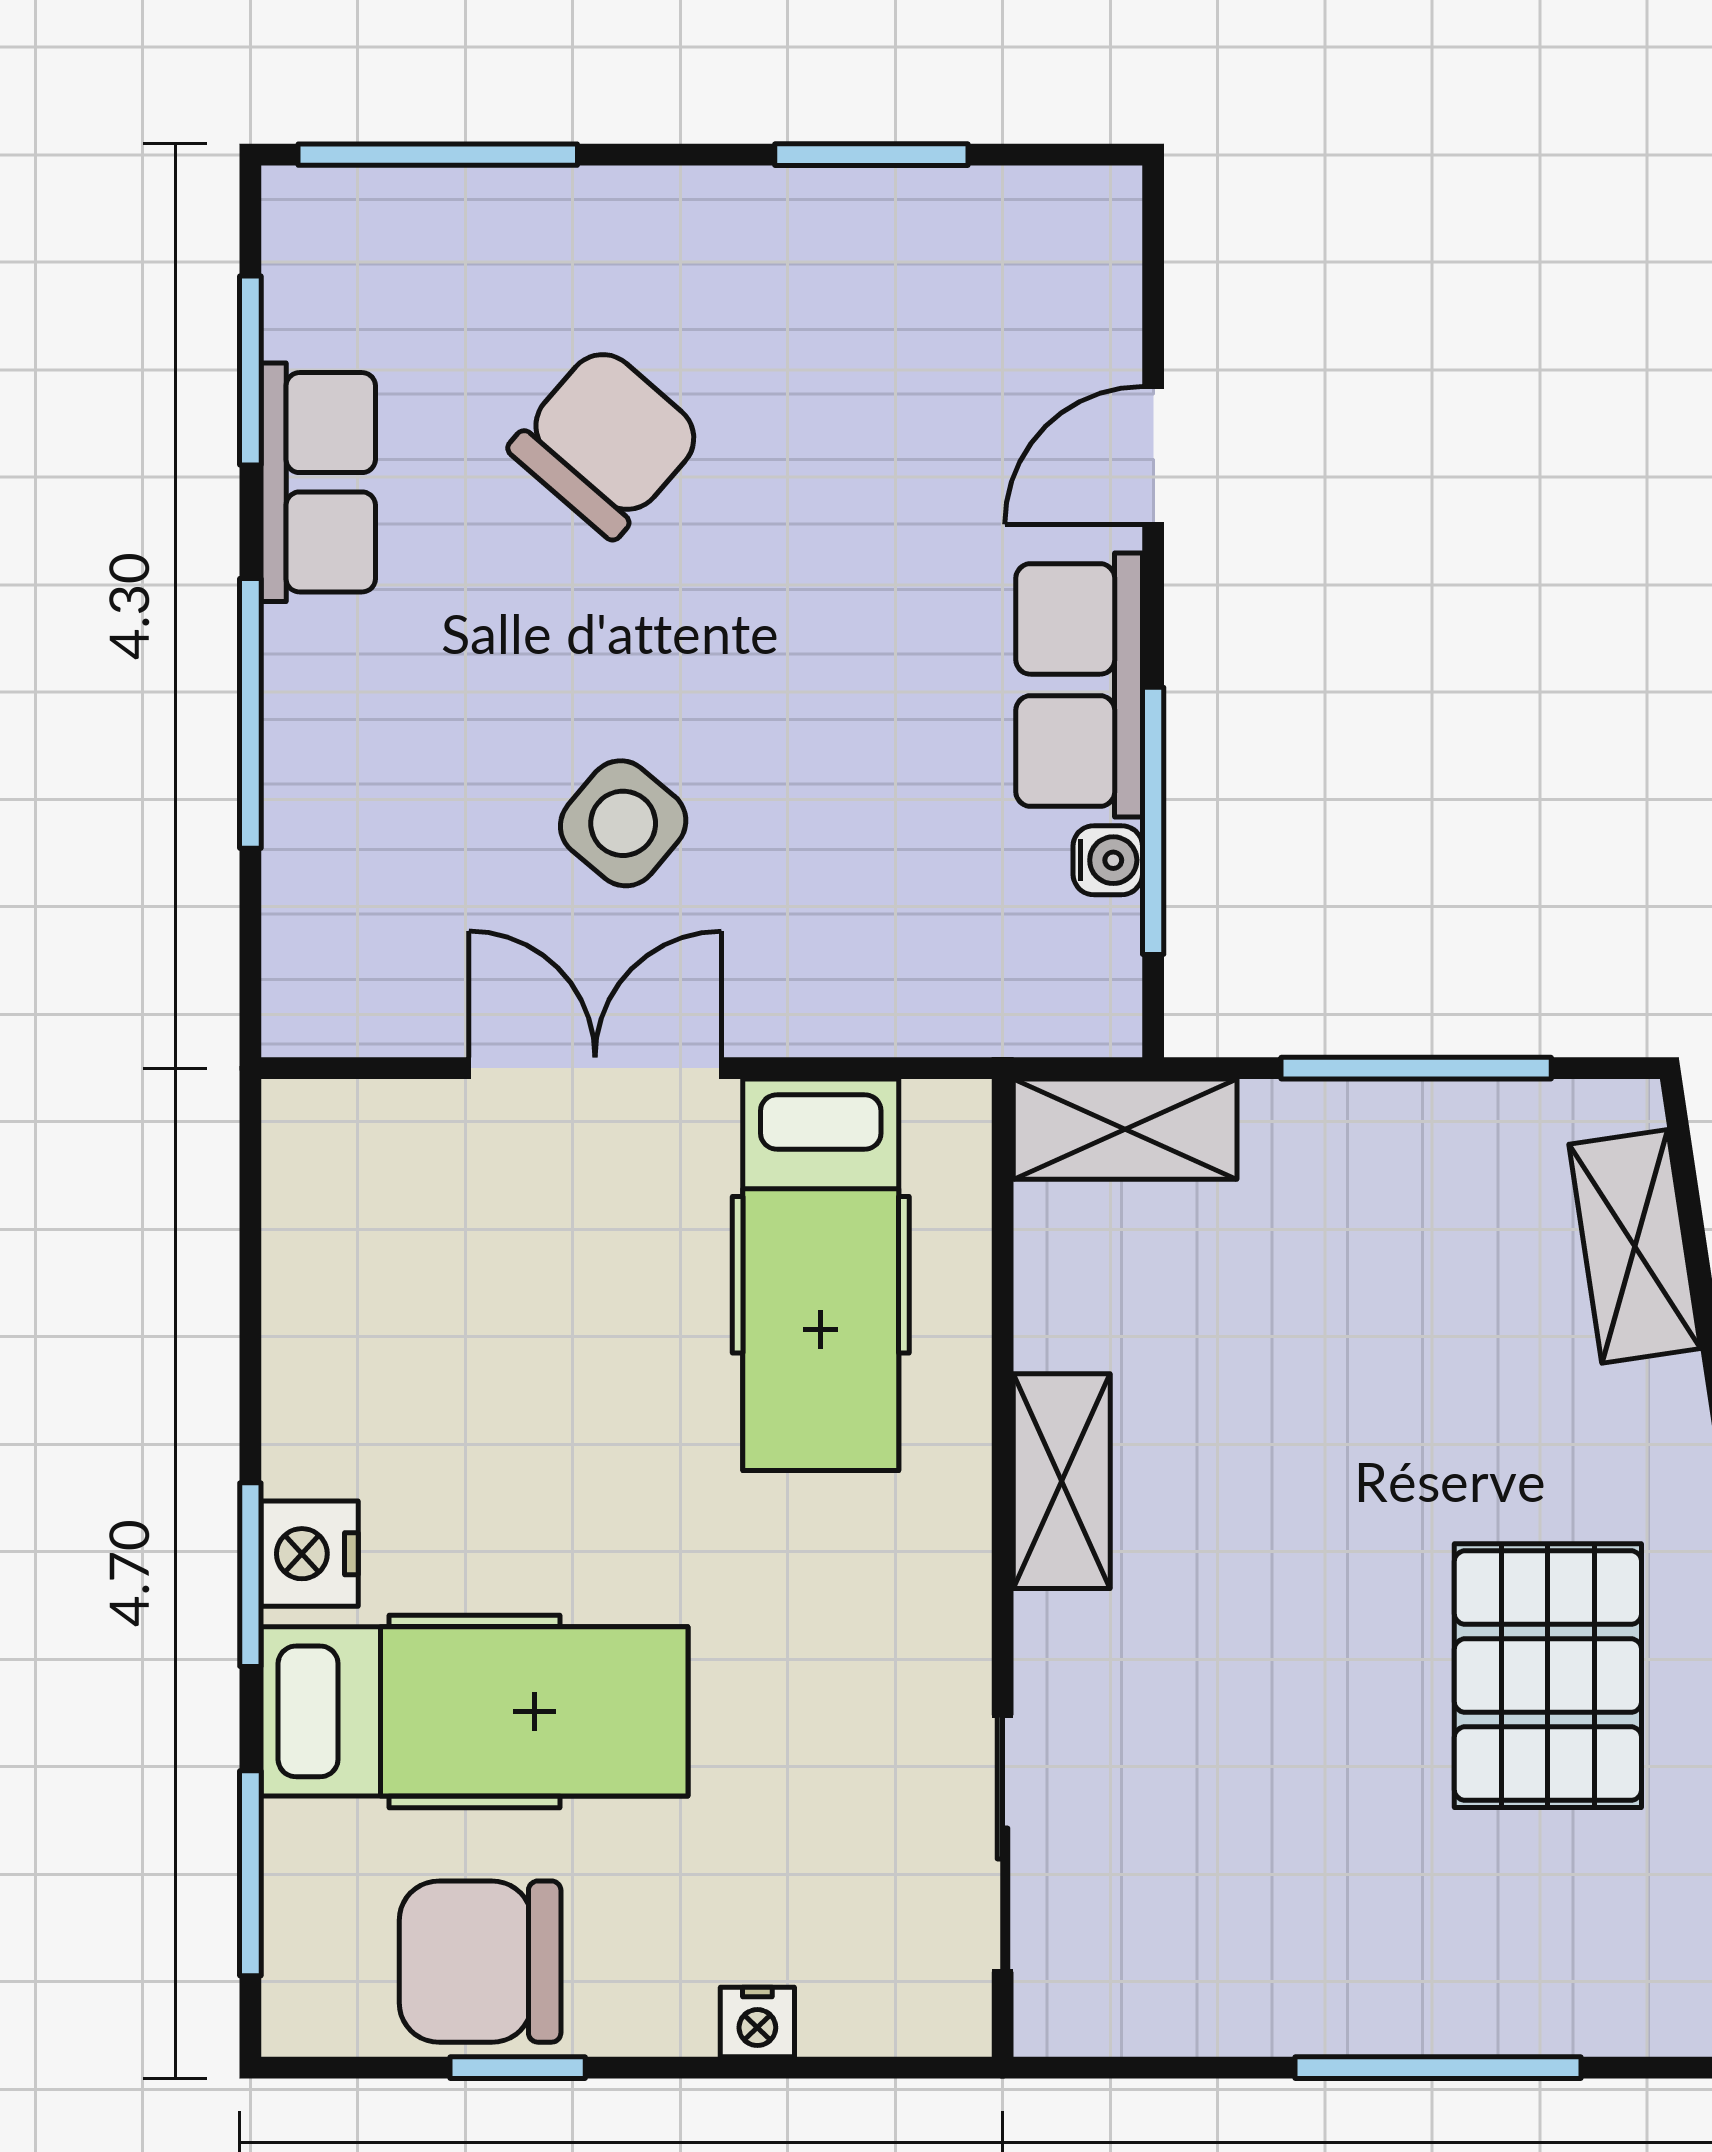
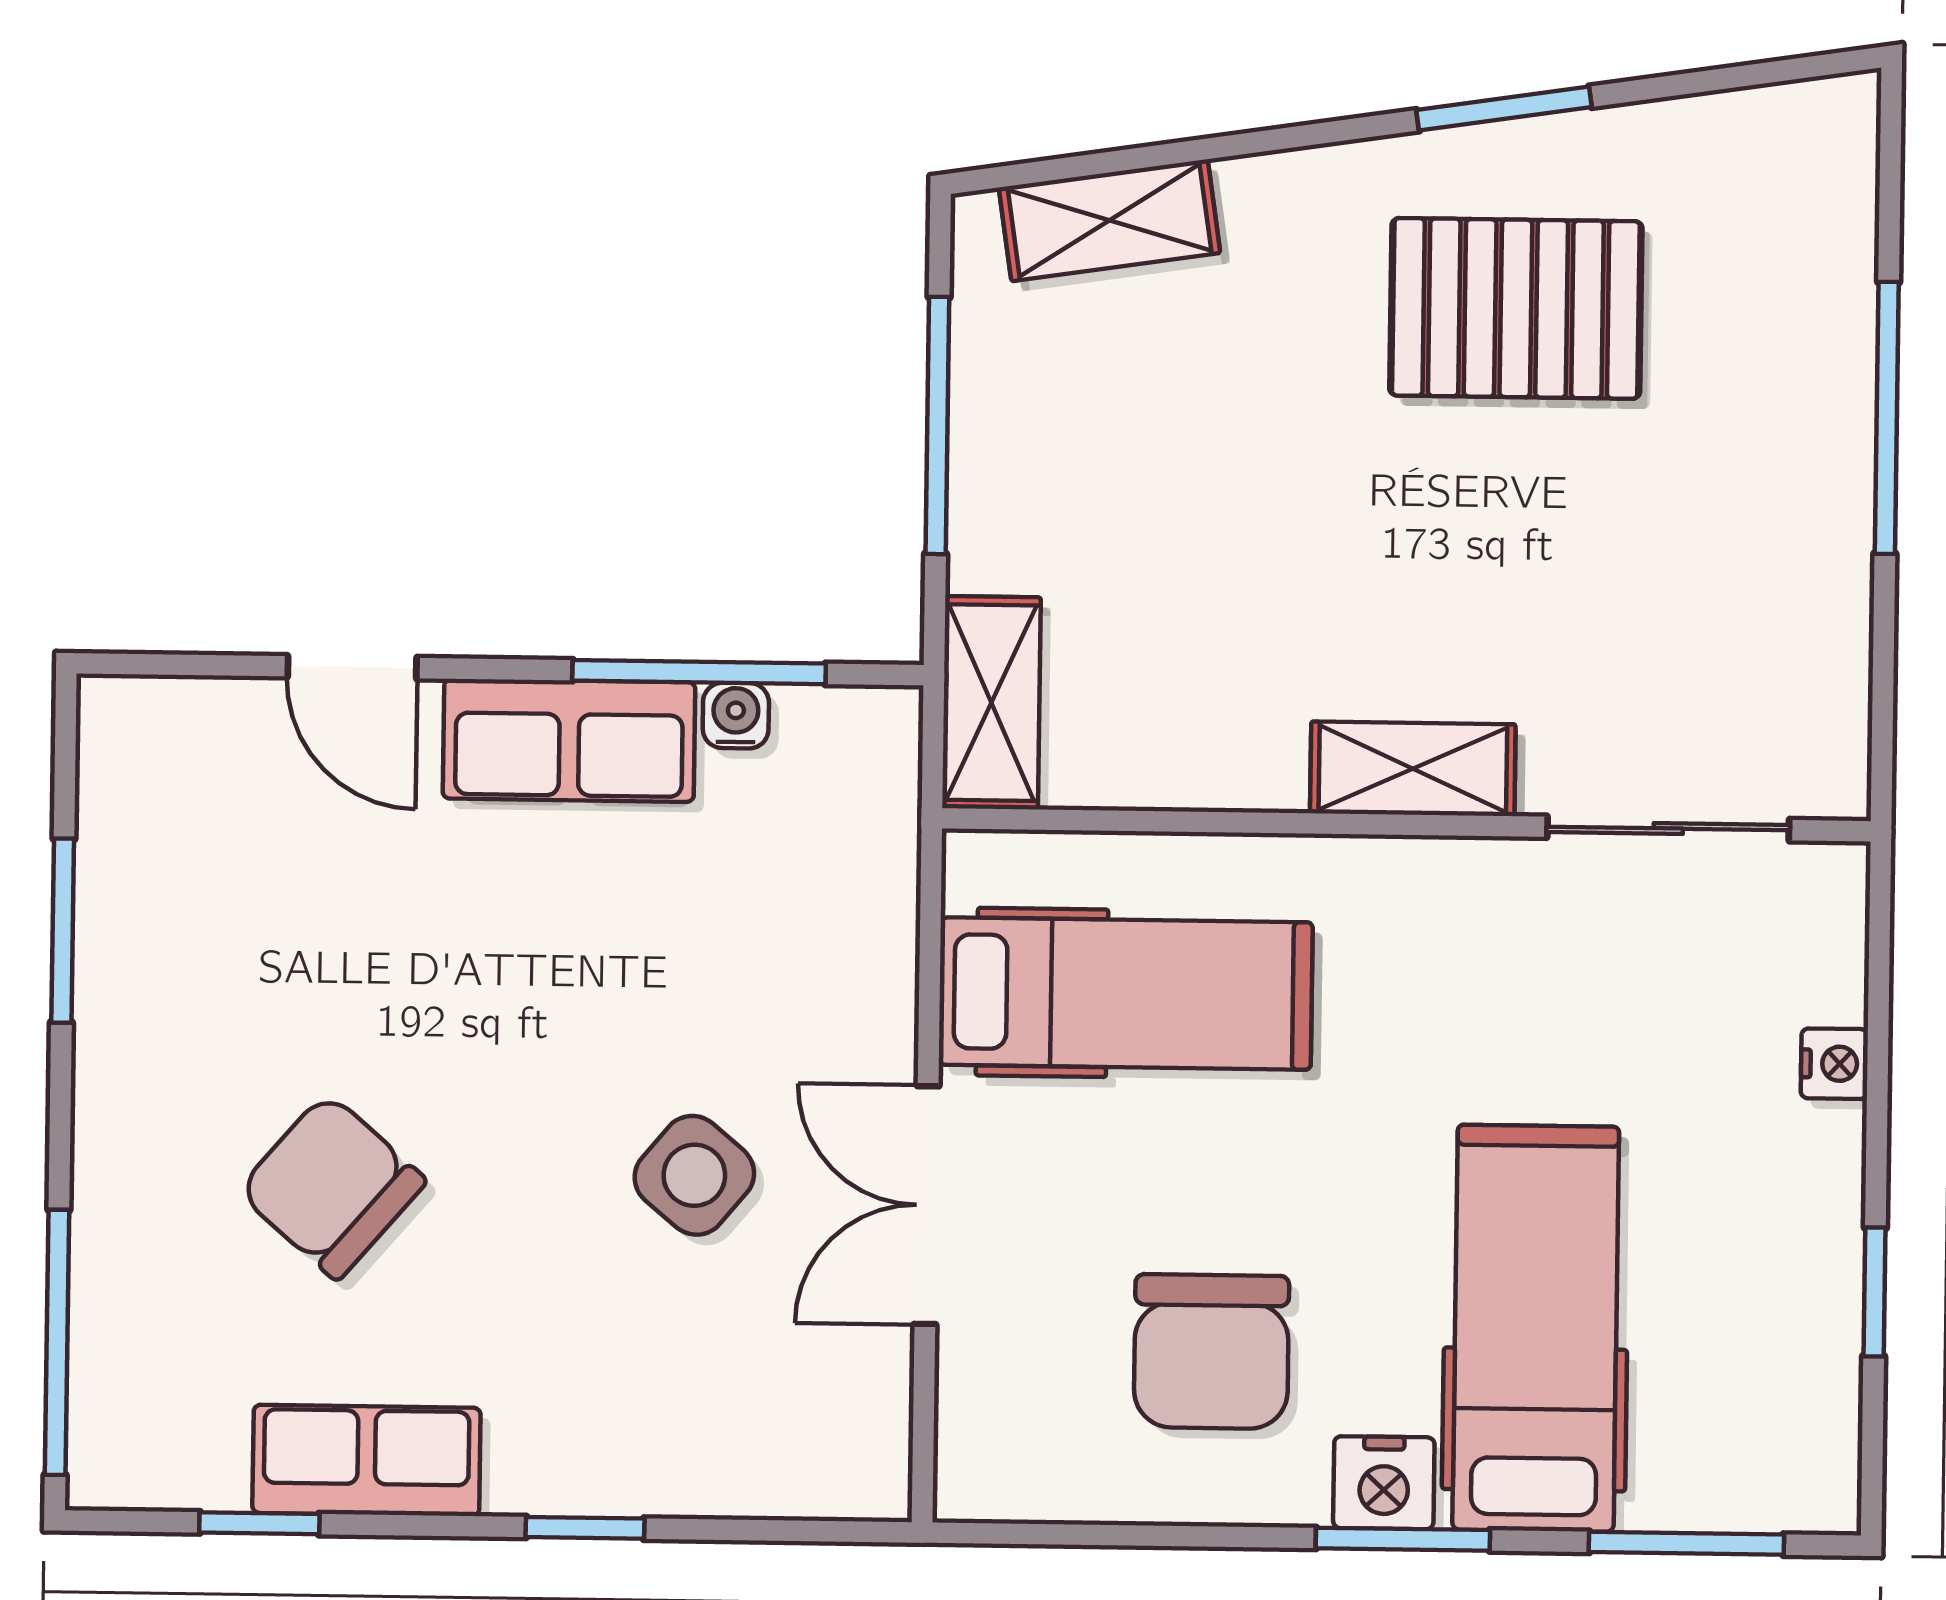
window: (250, 370) -> (259, 1523), width x0.67
window: (250, 713) -> (585, 1528), width x0.46
shelving: (1062, 1481) -> (1413, 769), moved
chair: (480, 1962) -> (1211, 1352), moved

